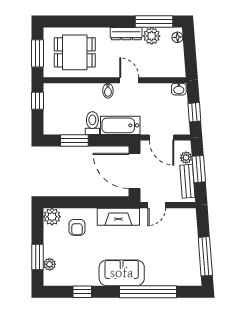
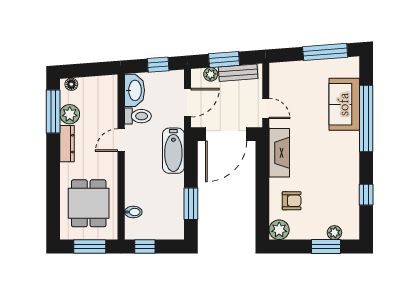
washbasin: (179, 89) -> (134, 90), width x1.91, depth x1.45
bidet: (108, 91) -> (133, 212), moved
toilet: (92, 123) -> (138, 116), moved, turned 180
sofa: (122, 273) -> (344, 104), moved

